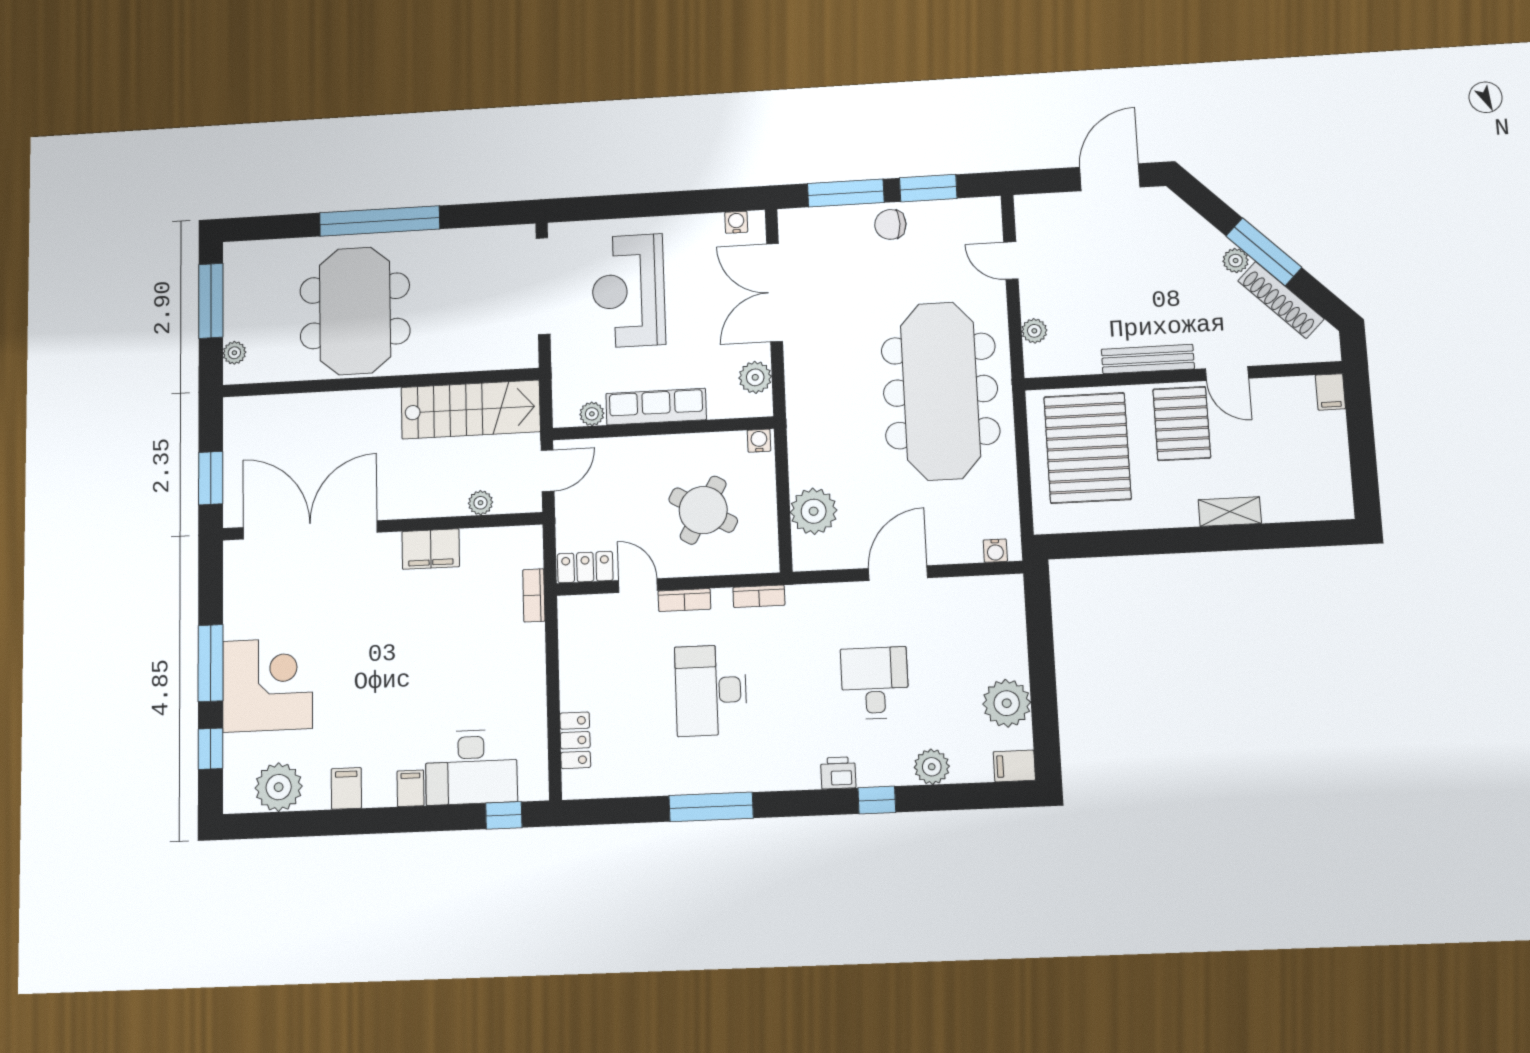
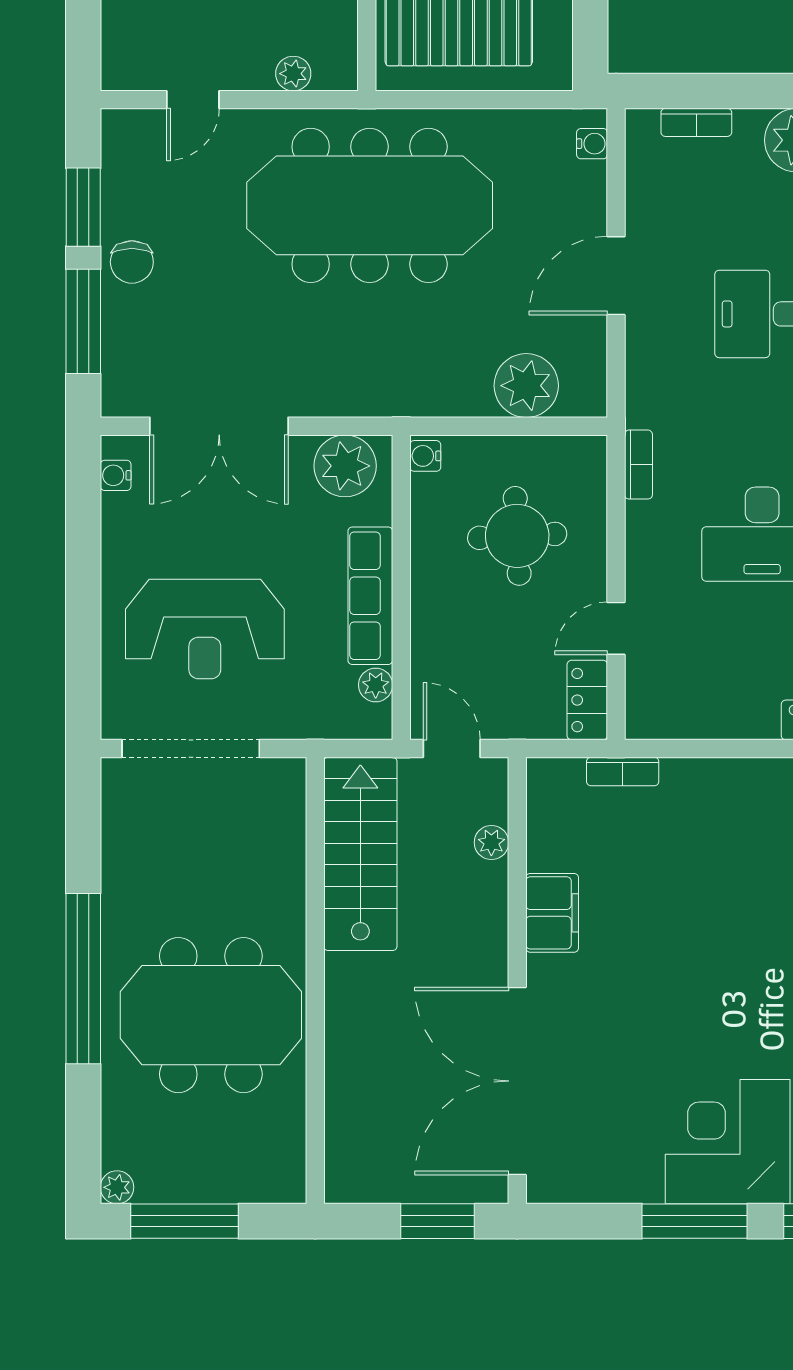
plant: (234, 353) -> (117, 1187), moved
plant: (755, 377) -> (345, 466), width x1.36, depth x1.36
round table: (703, 510) -> (517, 536), turned -33
door: (898, 573) -> (616, 276), hinge flipped
bookcase: (684, 600) -> (696, 122), moved, turned 90

